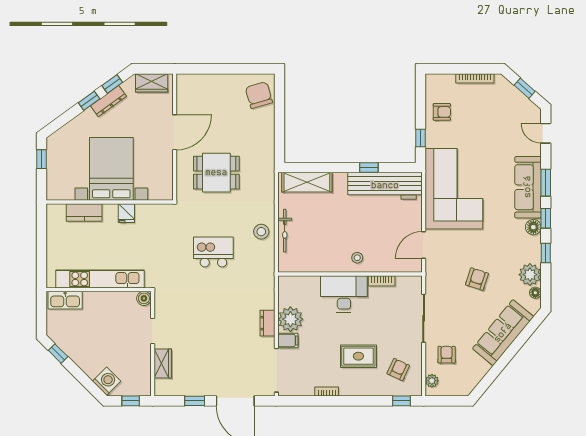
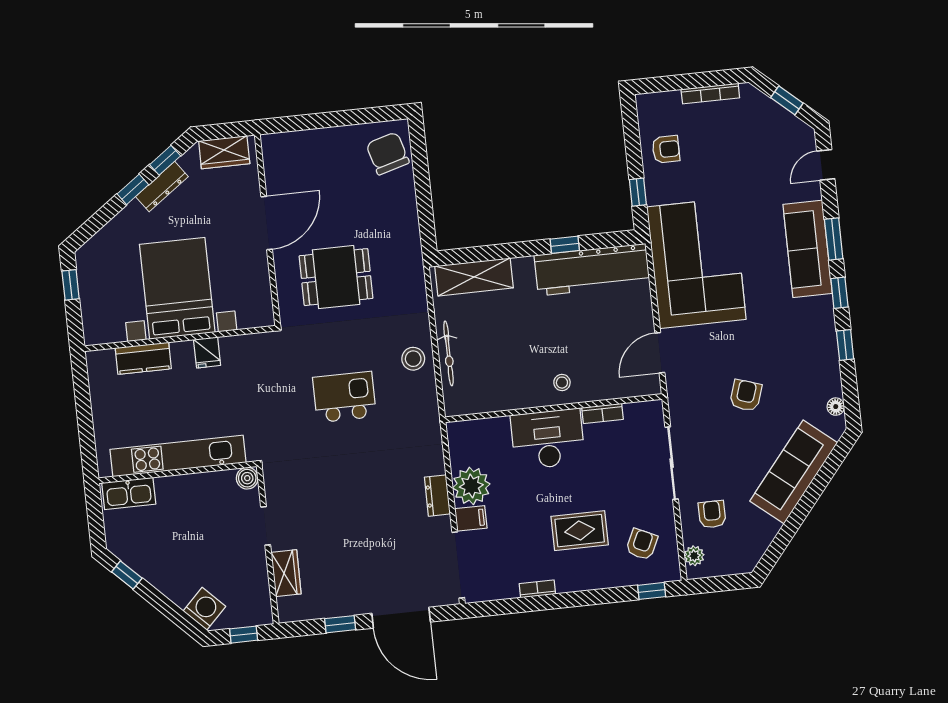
door: (546, 133) -> (826, 165), hinge flipped
floor lamp: (533, 227) -> (822, 308), removed
plant: (530, 275) -> (825, 380), removed

